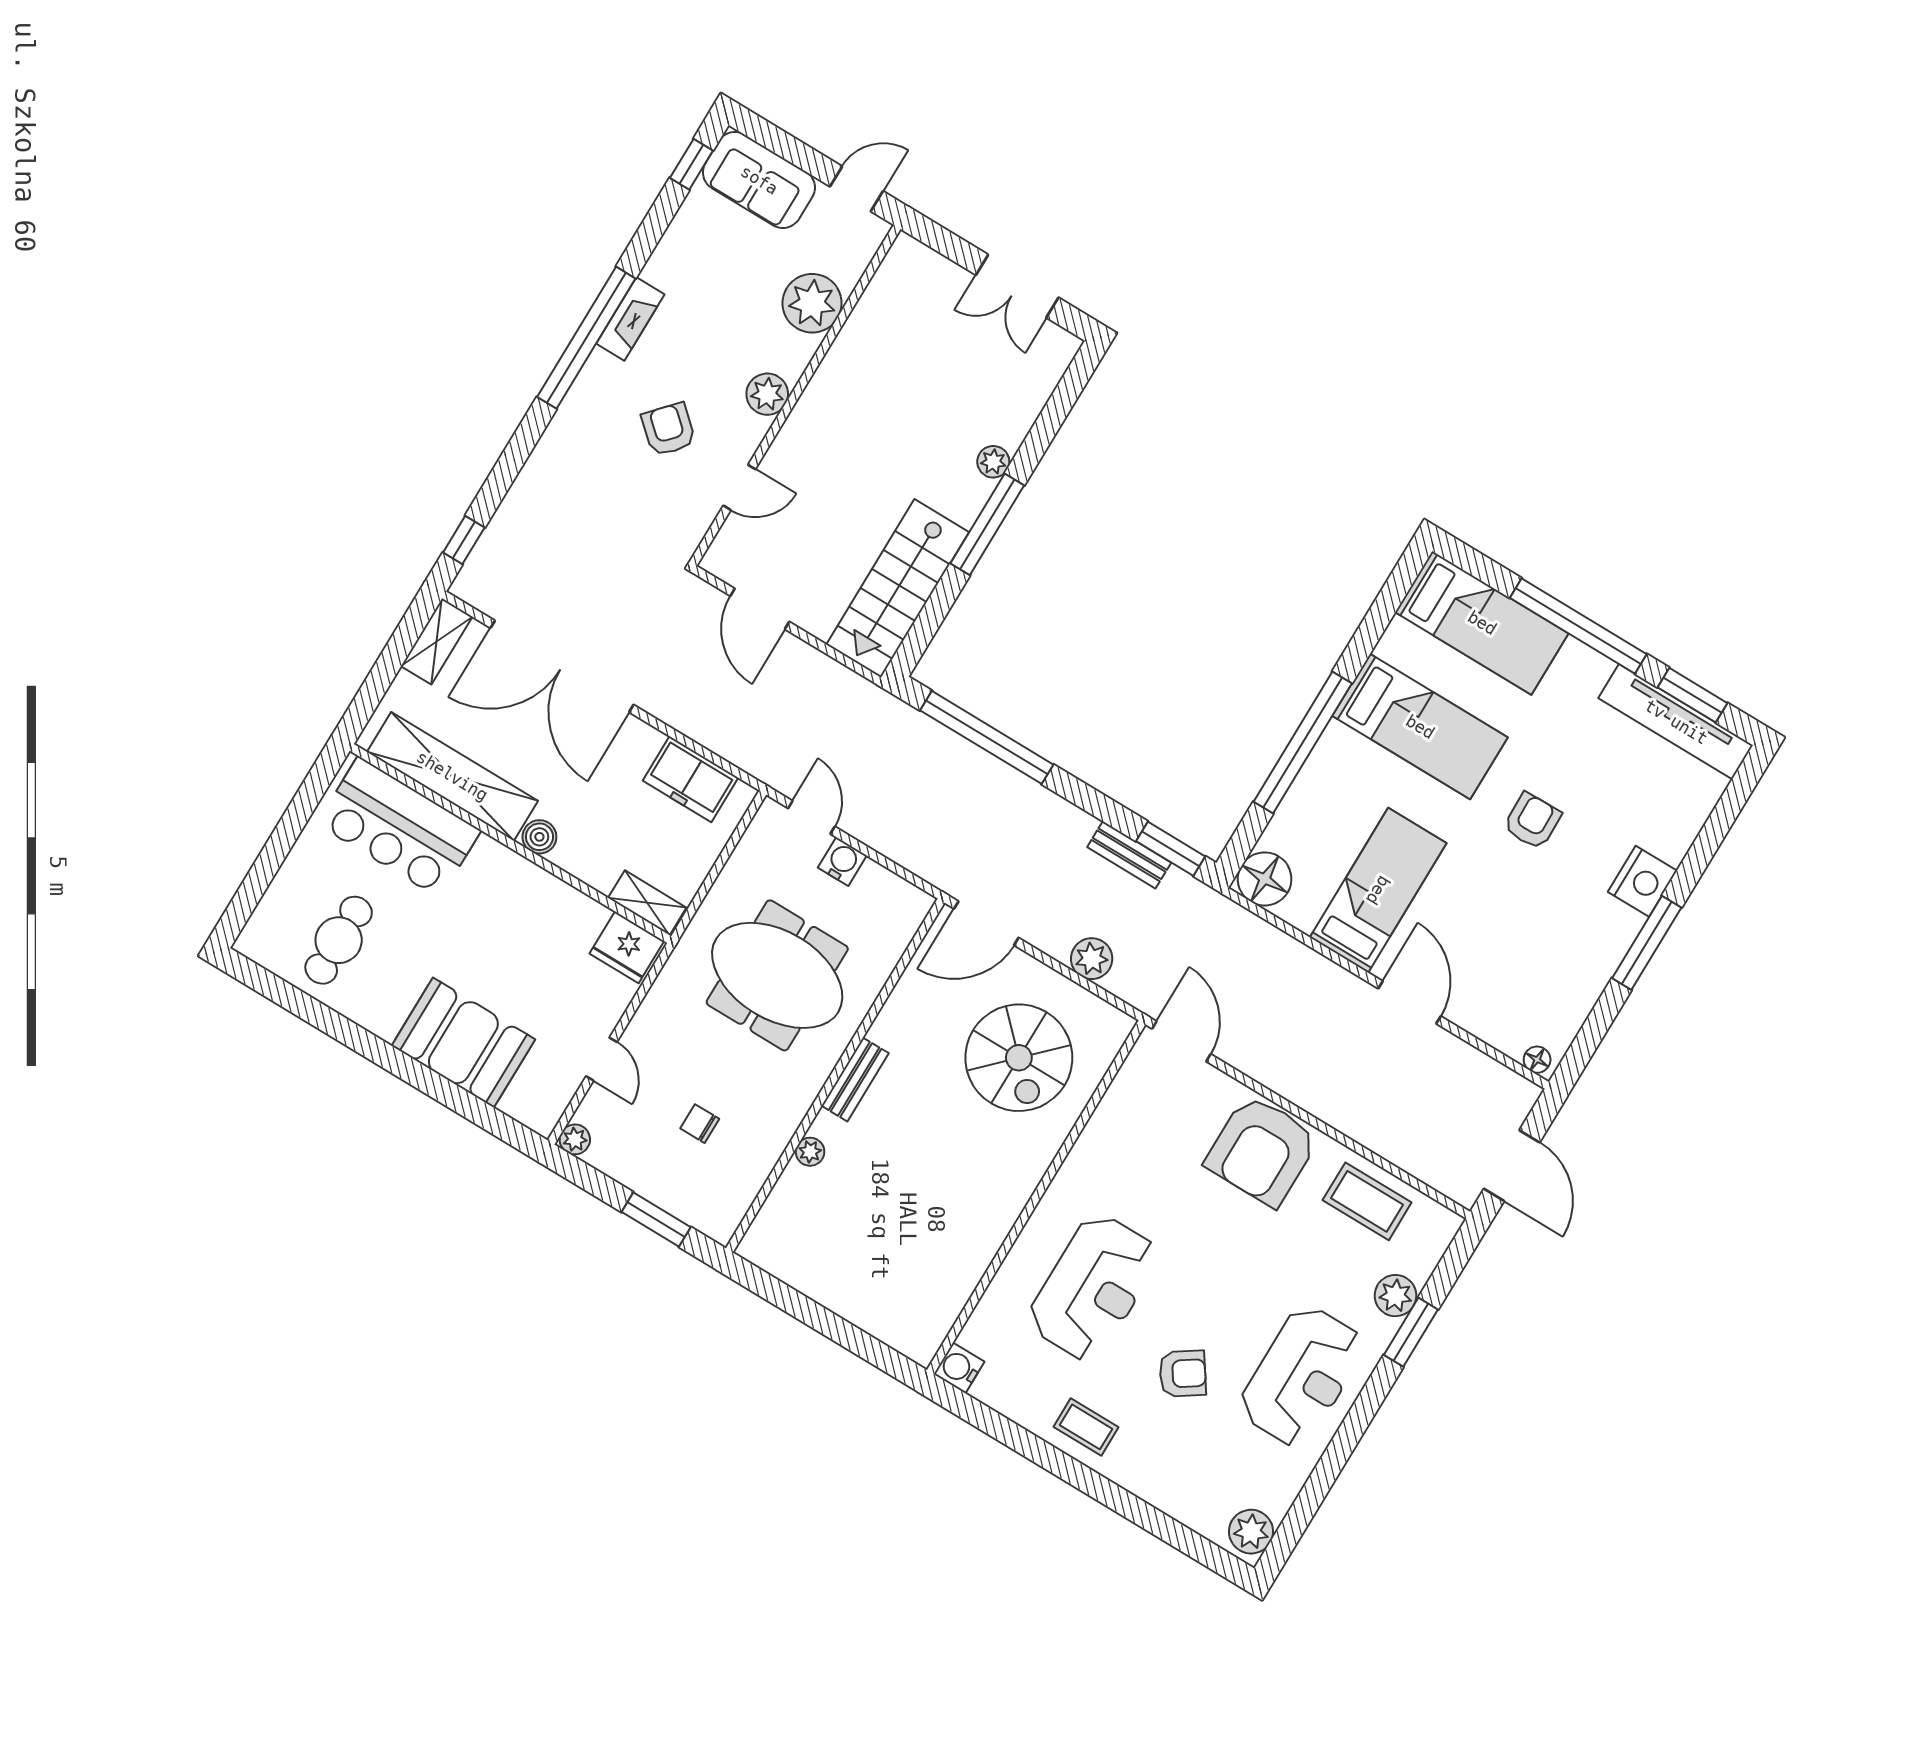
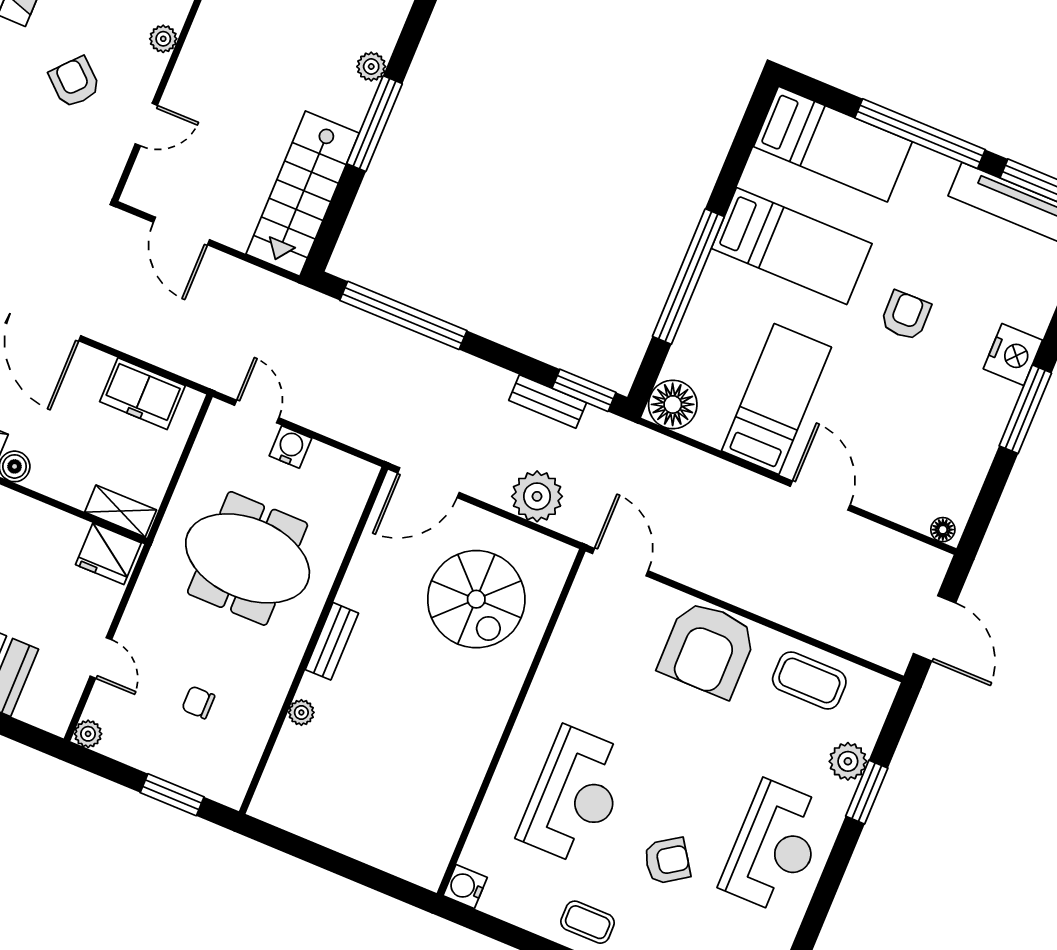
plant: (767, 394) -> (163, 39), width x0.73, depth x0.73
plant: (1092, 959) -> (537, 496), width x1.36, depth x1.36

